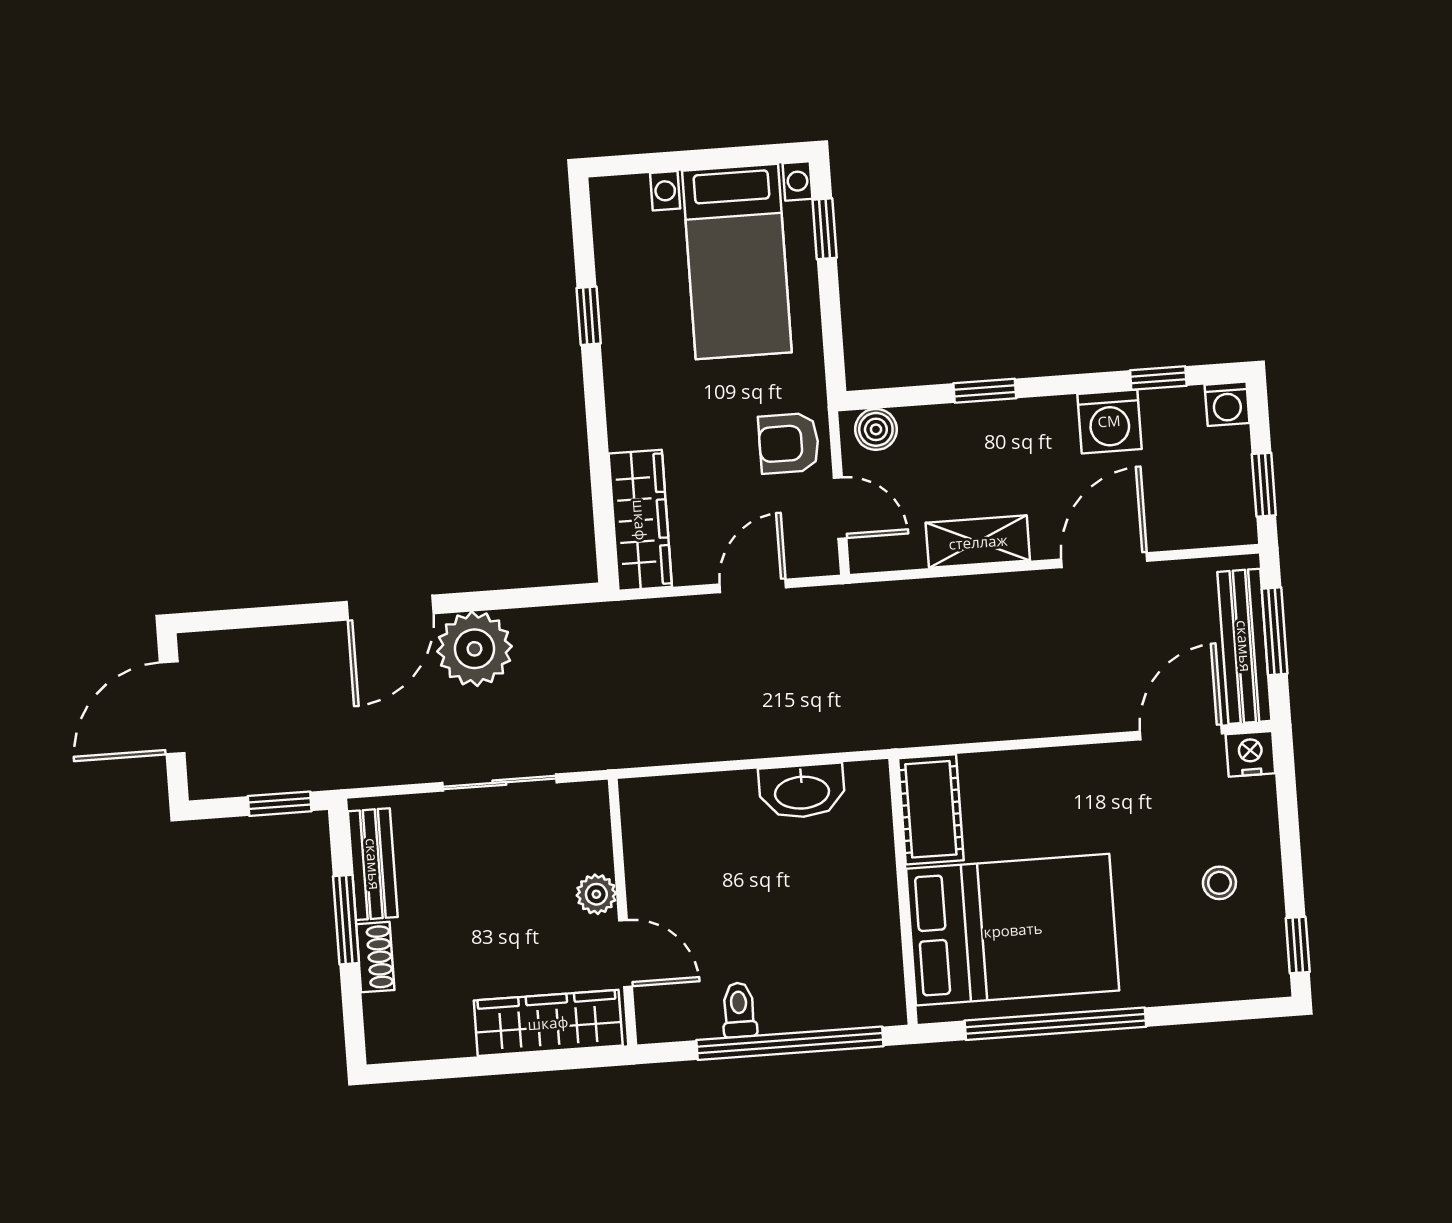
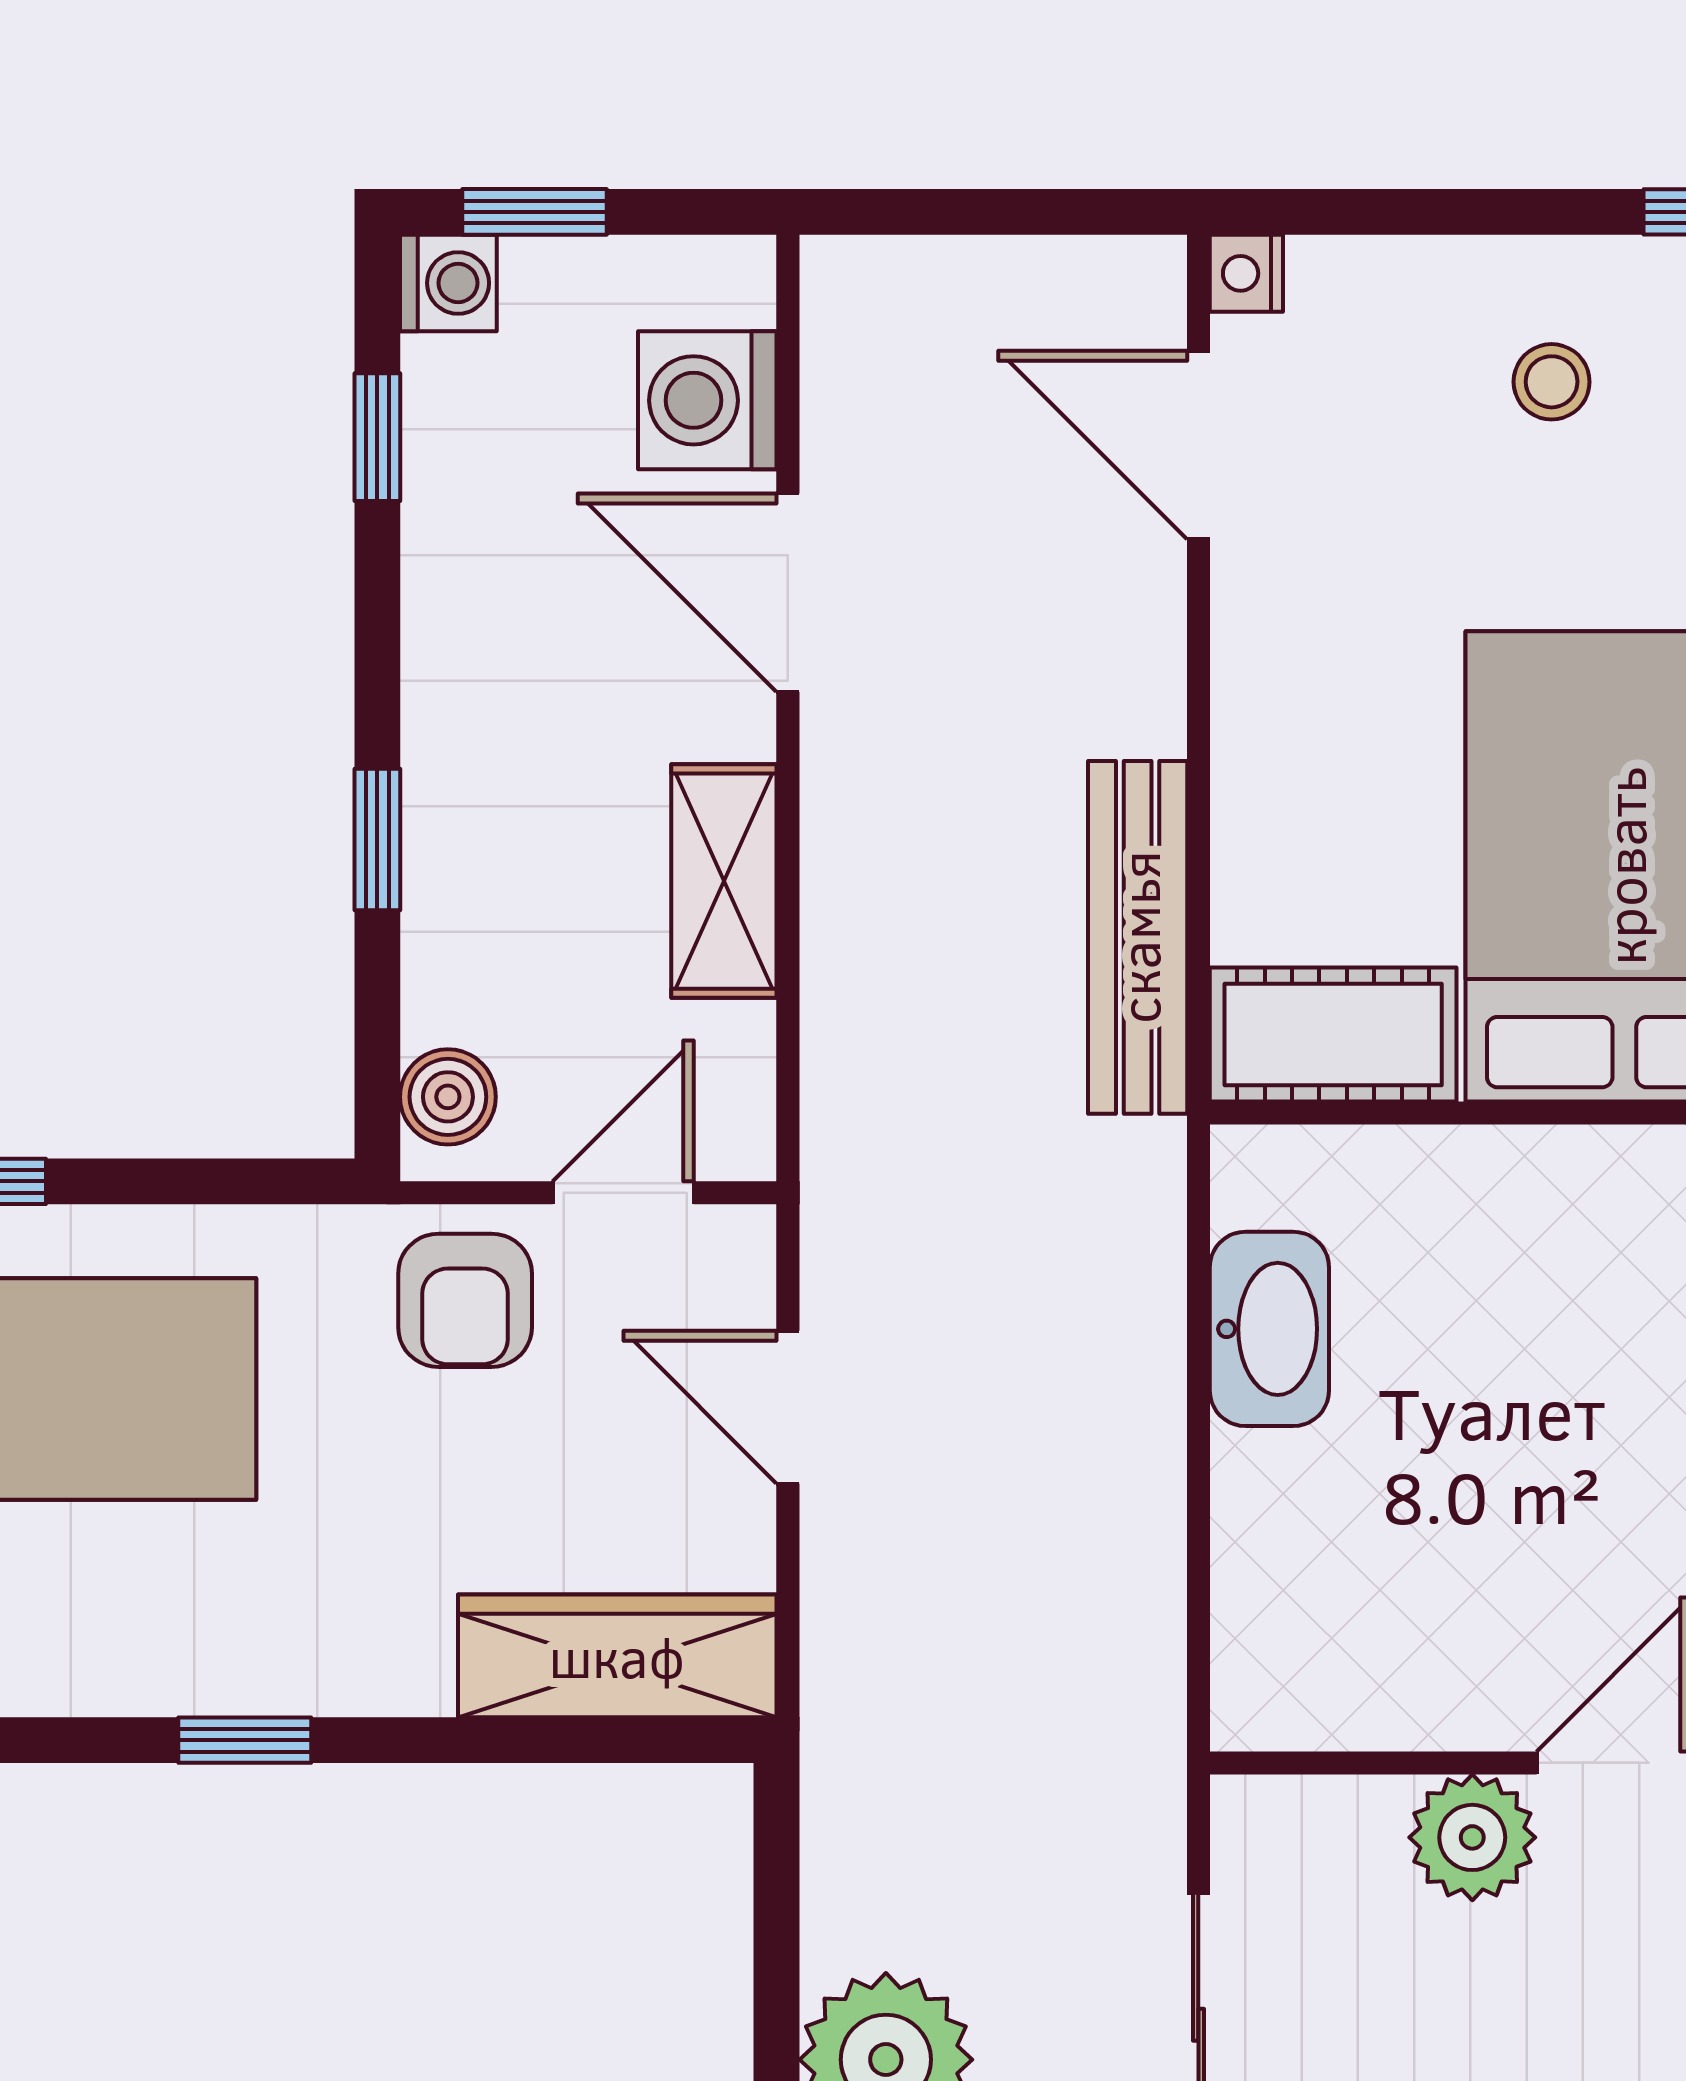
window: (589, 316) -> (245, 1740), moved
washing machine: (1109, 421) -> (707, 400), moved, turned 180
window: (1264, 485) -> (534, 212), moved
window: (1275, 631) -> (981, 212), removed
bench: (1244, 646) -> (1138, 937), moved, turned 90
nightstand: (1250, 754) -> (1246, 273), width x0.72, depth x0.74
plant: (596, 894) -> (1472, 1837), width x1.38, depth x1.38

